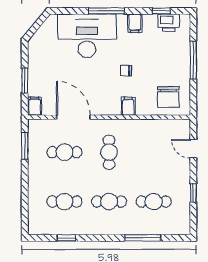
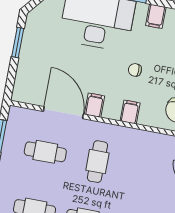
window: (25, 81) -> (18, 43), moved
filing cabinet: (35, 106) -> (94, 105), moved

